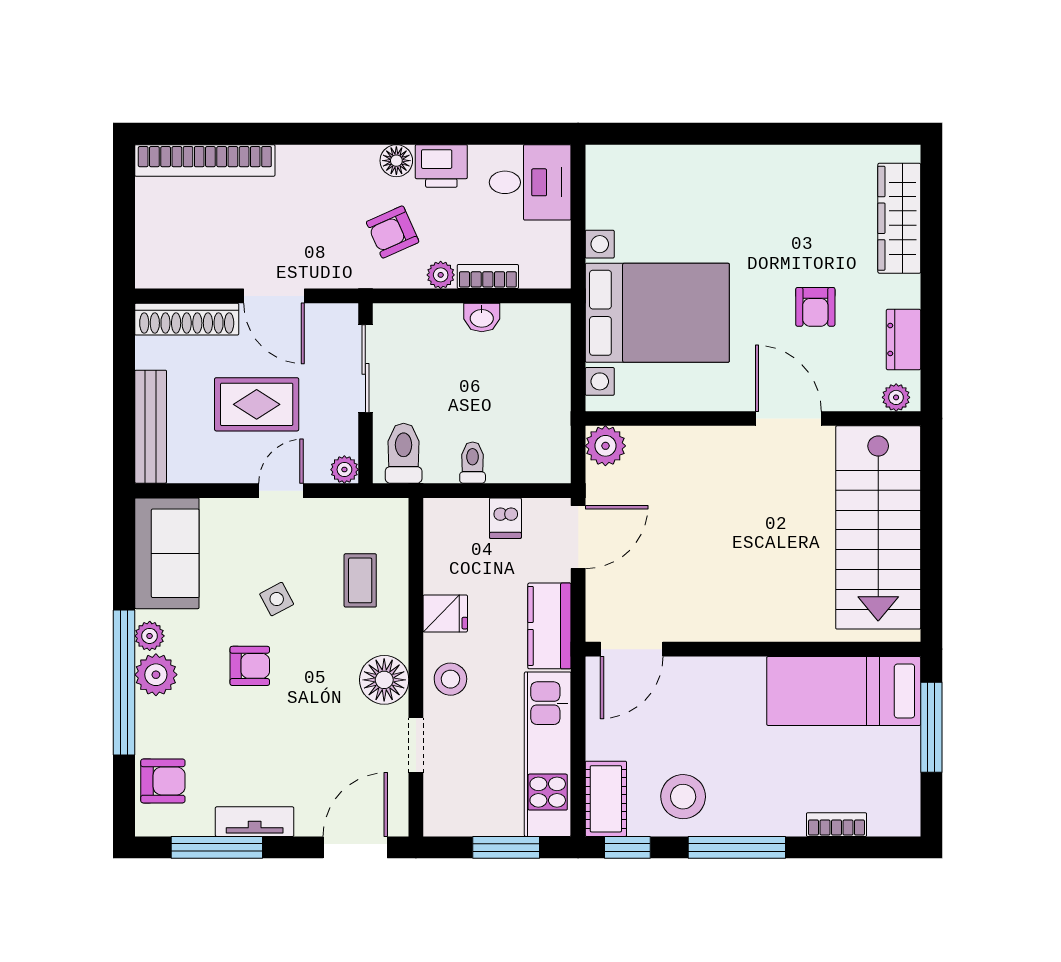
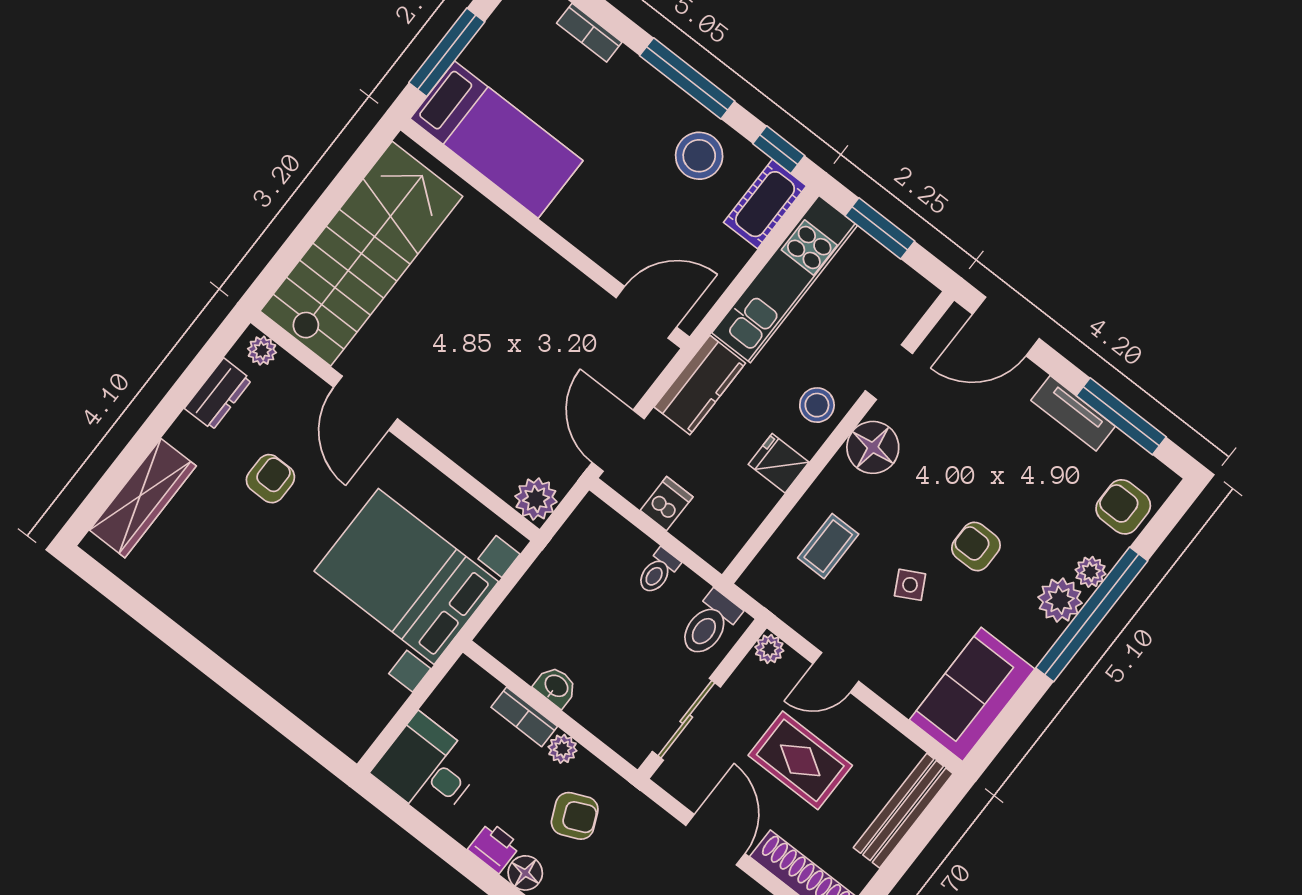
printer: (441, 166) -> (494, 847), width x0.73, depth x0.81
door: (578, 537) -> (618, 441), hinge flipped
plant: (150, 636) -> (1090, 572), moved

